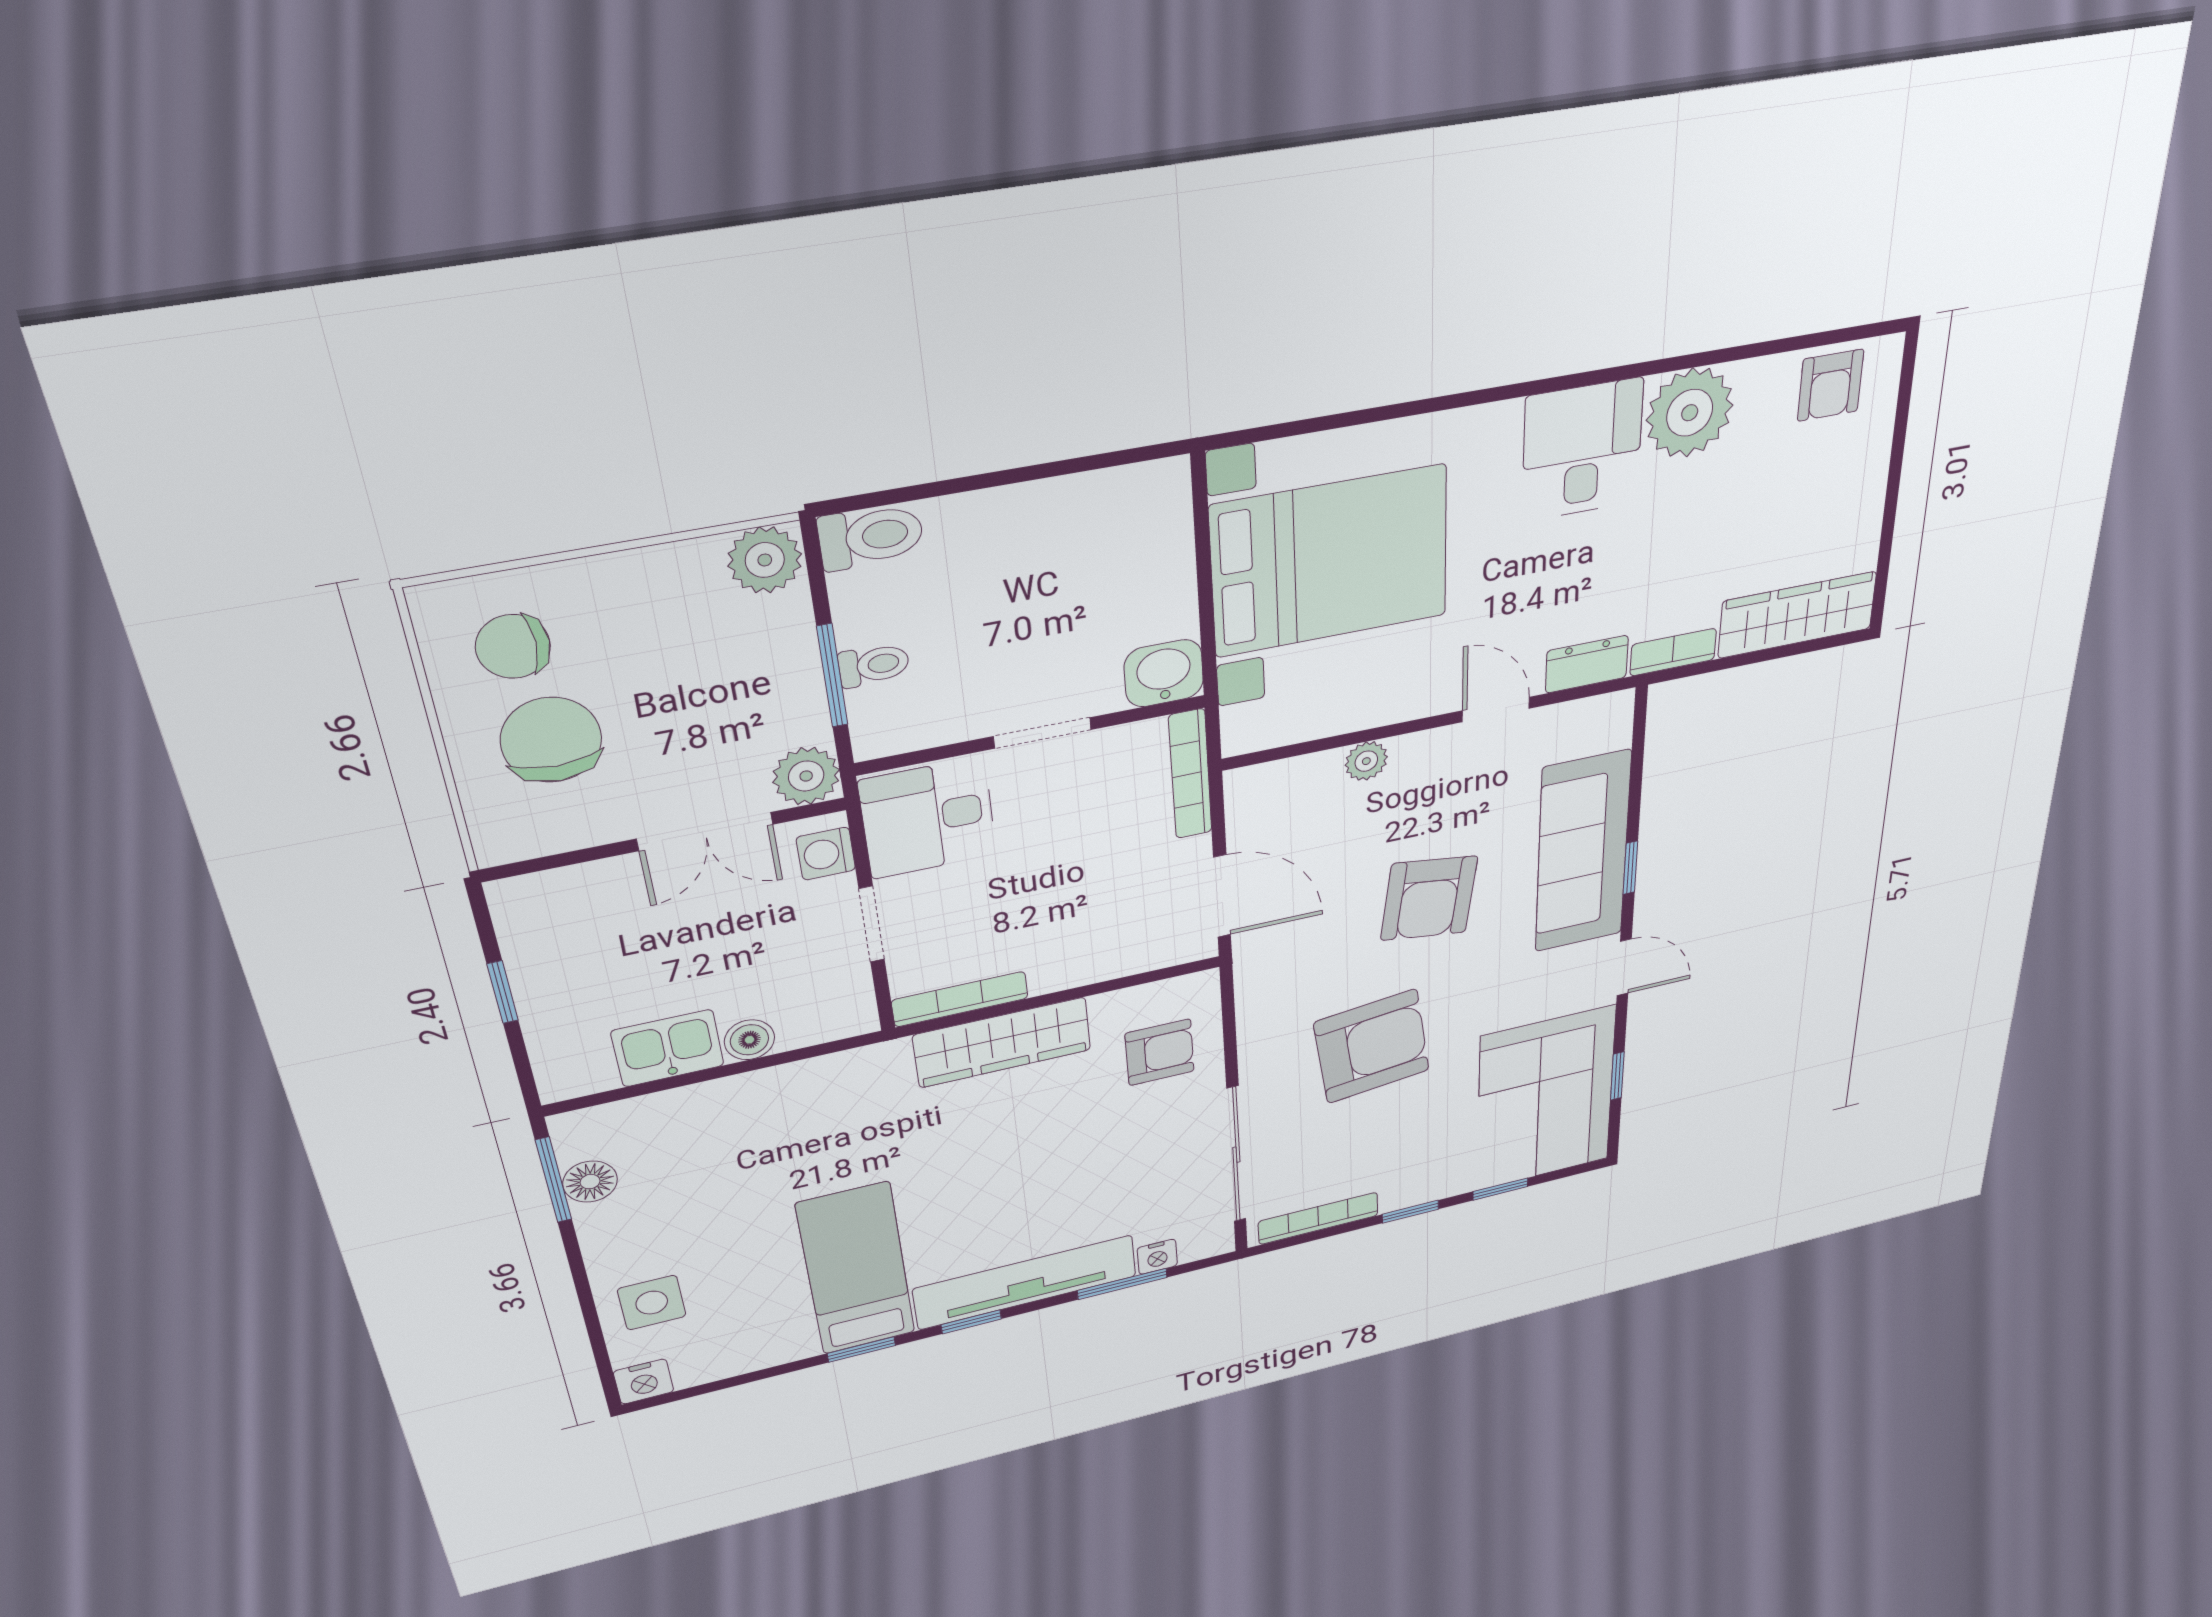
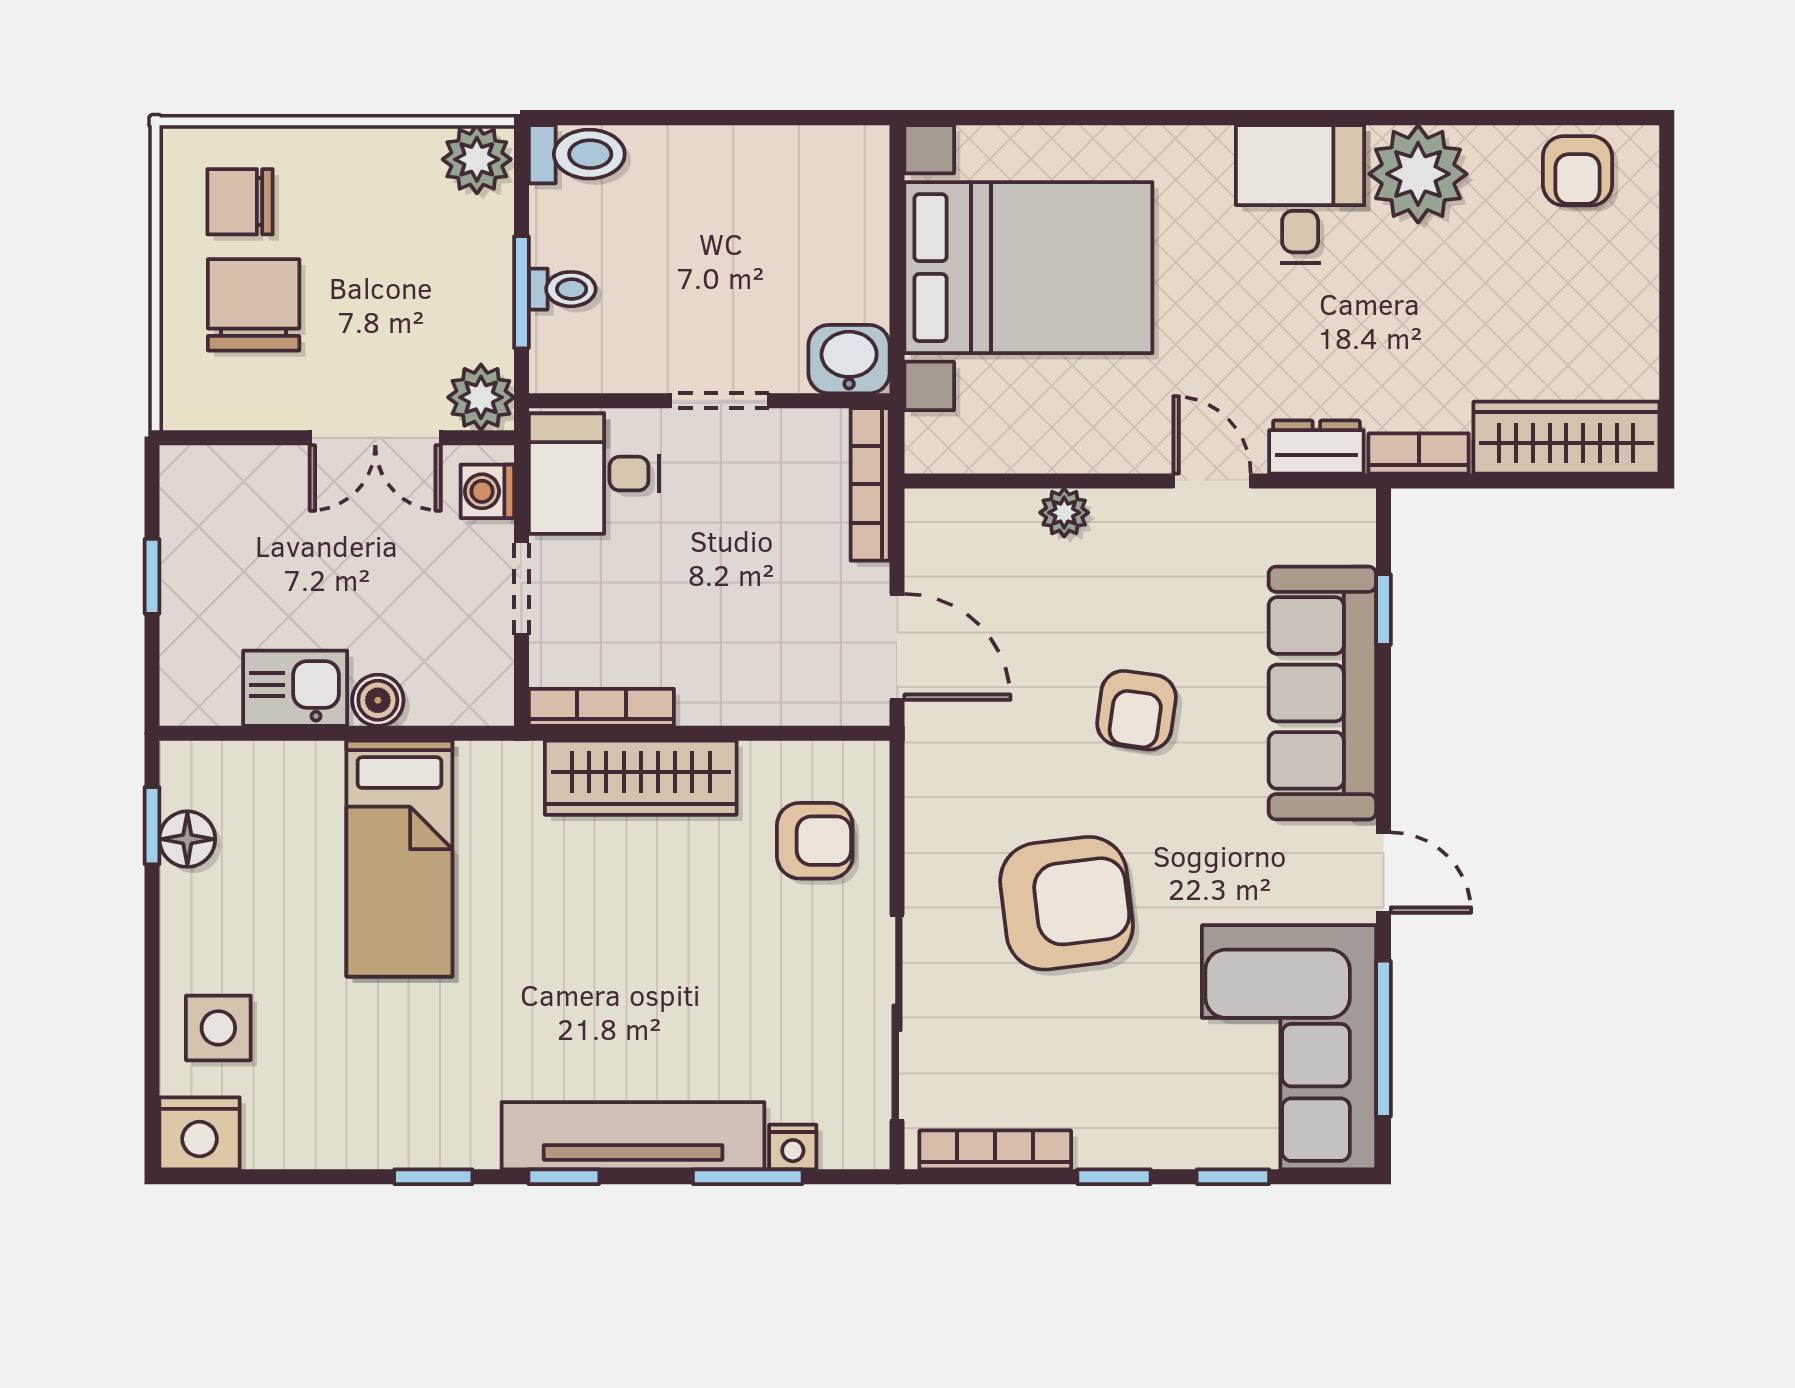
window: (1630, 868) -> (1383, 610), moved
armchair: (1429, 898) -> (1136, 710), width x0.72, depth x0.72
window: (1617, 1076) -> (1383, 1039), width x2.17
window: (554, 1180) -> (152, 826), width x0.67
bed: (856, 1269) -> (399, 859), moved, turned 180
nightstand: (644, 1382) -> (200, 1133), width x1.36, depth x1.33

